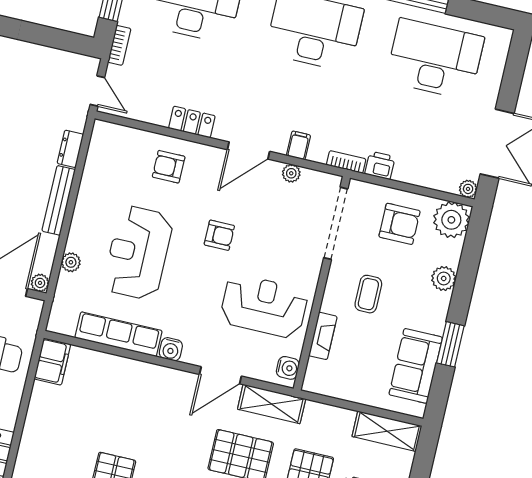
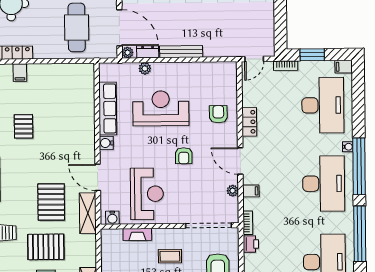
dresser: (70, 149) -> (148, 52), moved
filing cabinet: (52, 361) -> (20, 73), moved, width x0.50

